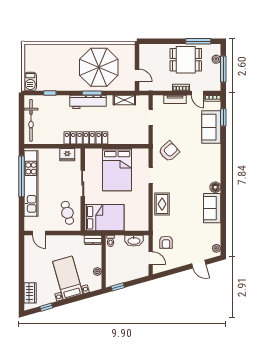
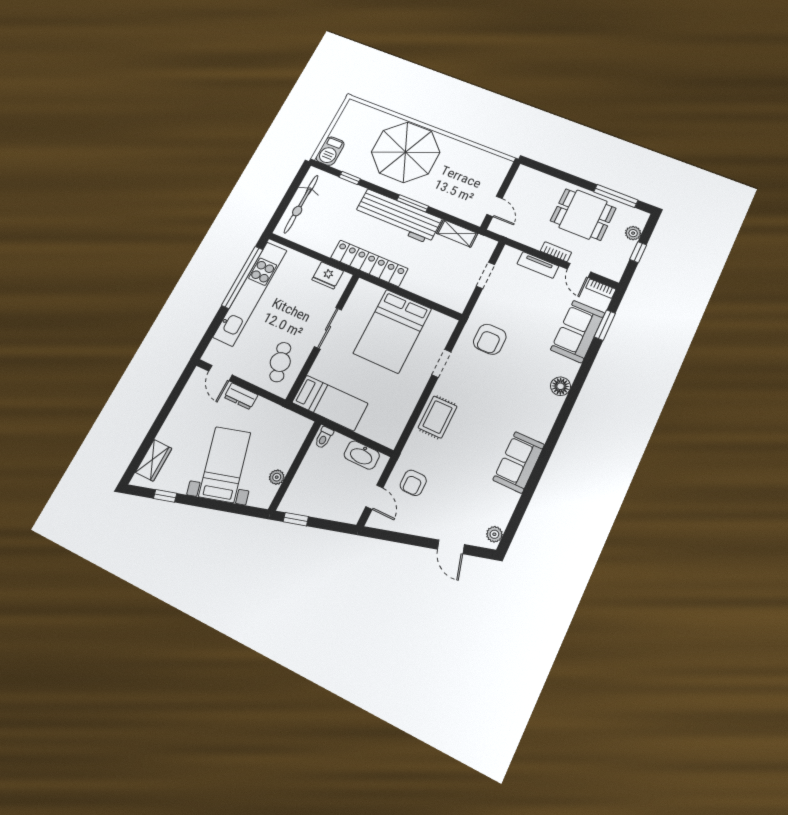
parasol: (99, 67) -> (405, 152), moved
window: (223, 69) -> (638, 252), width x0.46
workbench: (88, 102) -> (398, 216), width x1.36, depth x1.32
armchair: (169, 151) -> (490, 339), turned 132
floor lamp: (215, 187) -> (561, 386), moved
bed: (104, 218) -> (330, 403), width x0.67
dresser: (93, 240) -> (241, 396), moved

